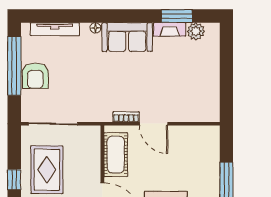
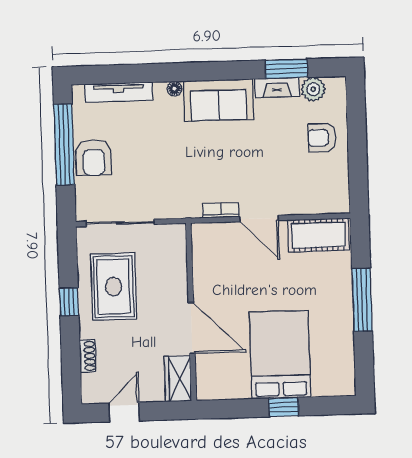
armchair: (201, 67) -> (322, 138), added
cot: (116, 155) -> (319, 235), moved, turned 90

